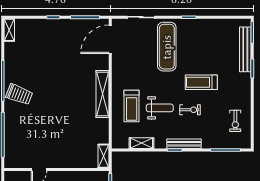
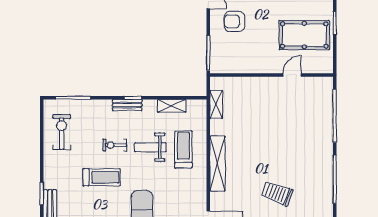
trolley: (19, 94) -> (277, 193), moved
exercise bike: (235, 121) -> (62, 132), width x1.38, depth x1.39
bench: (184, 144) -> (127, 105), width x0.73
shelving: (104, 156) -> (216, 104), moved

